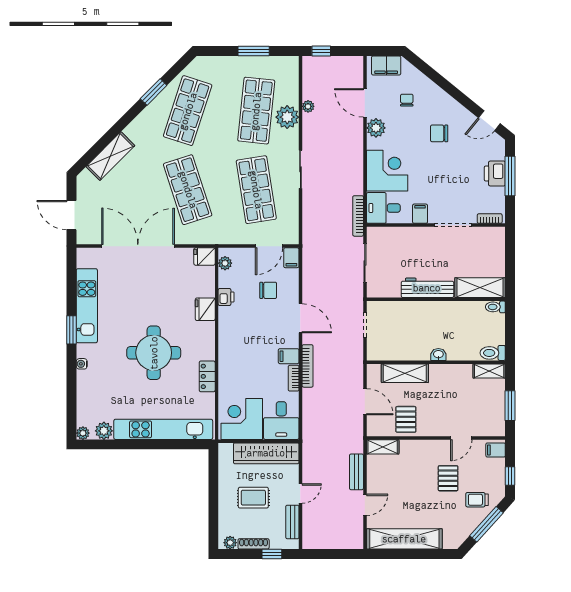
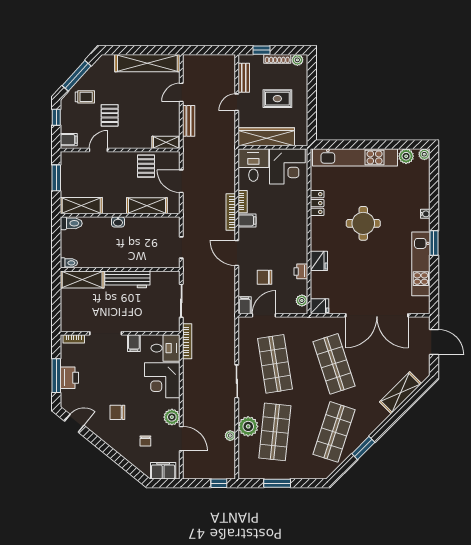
chair: (439, 133) -> (117, 412), turned 180
round table: (154, 353) -> (363, 223), width x0.73, depth x0.73
shelving: (489, 371) -> (81, 206), width x1.50, depth x1.33

